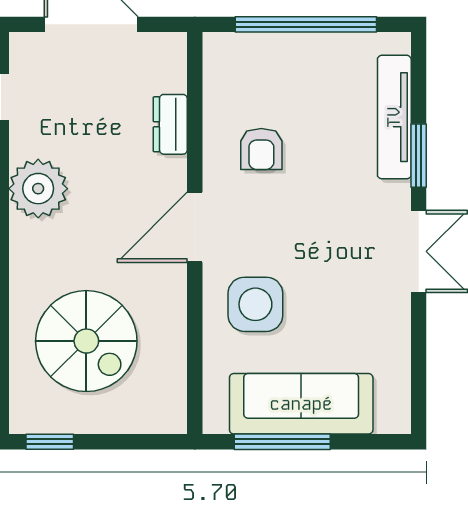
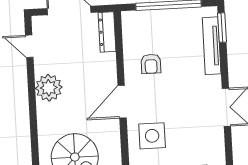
dresser: (170, 124) -> (107, 32), moved, width x1.44
window: (419, 156) -> (222, 28), moved

